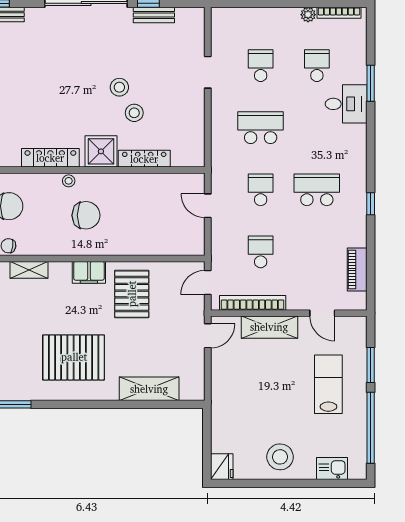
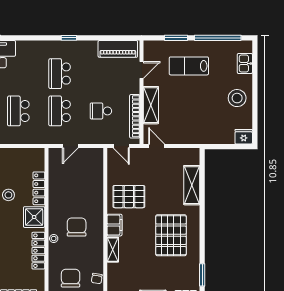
school desk: (261, 190) -> (60, 111), width x1.85
shelving: (29, 270) -> (113, 250), moved
piano: (357, 270) -> (118, 49), width x1.37, depth x1.33

